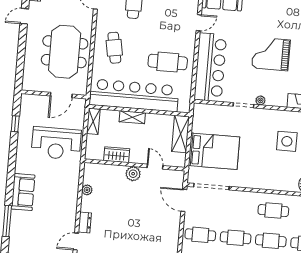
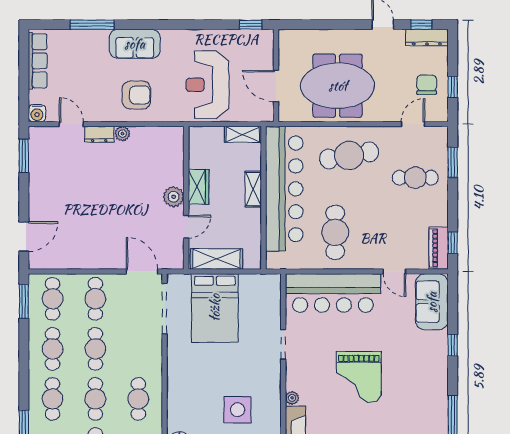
cafe table: (114, 48) -> (349, 155), width x1.37, depth x1.35
grand piano: (271, 54) -> (359, 377), turned 180
plant: (260, 100) -> (292, 398), moved
window: (15, 124) -> (251, 25), moved
shelving: (180, 134) -> (216, 259), moved
wardrobe: (117, 155) -> (198, 187), moved
plant: (87, 190) -> (122, 134), moved
armchair: (59, 194) -> (136, 95), added
door: (184, 200) -> (142, 271), hinge flipped

